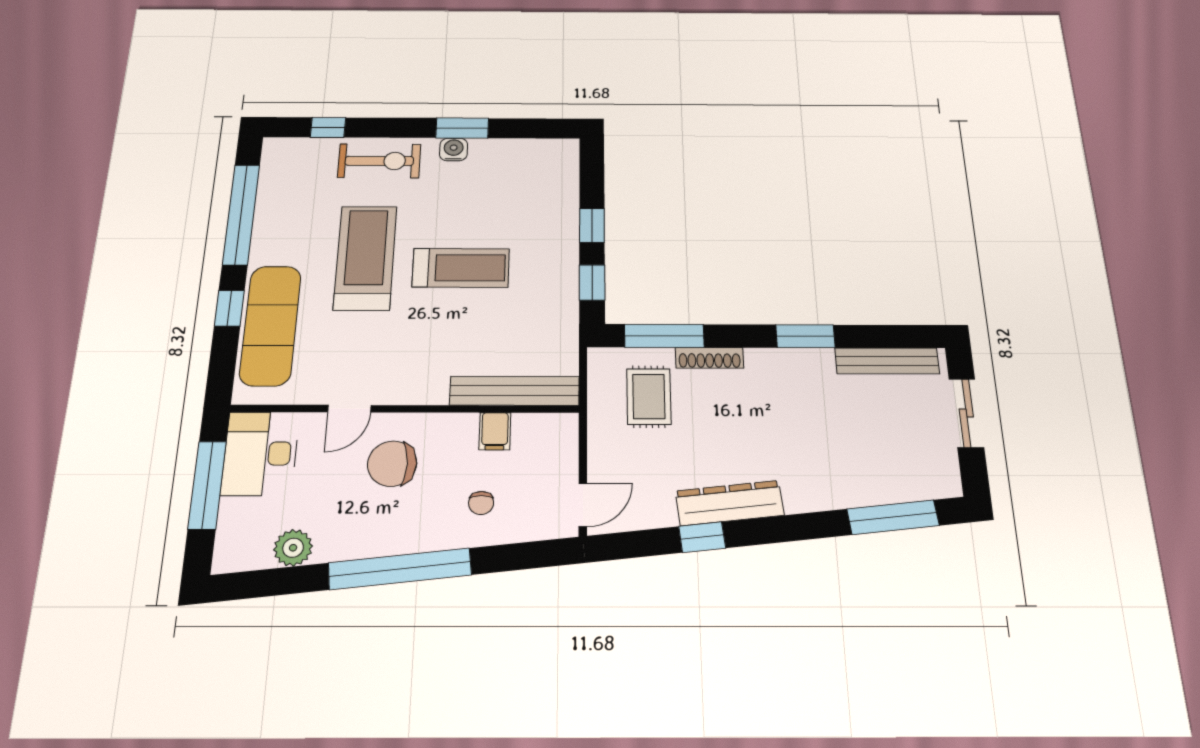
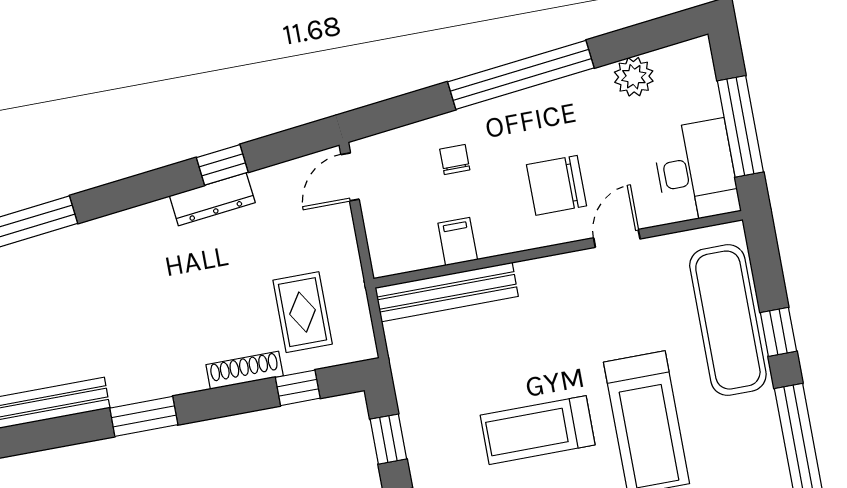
window: (664, 336) -> (298, 388), width x0.46
chair: (392, 464) -> (556, 185), turned 180
dresser: (730, 503) -> (212, 199), width x0.73, depth x0.80

